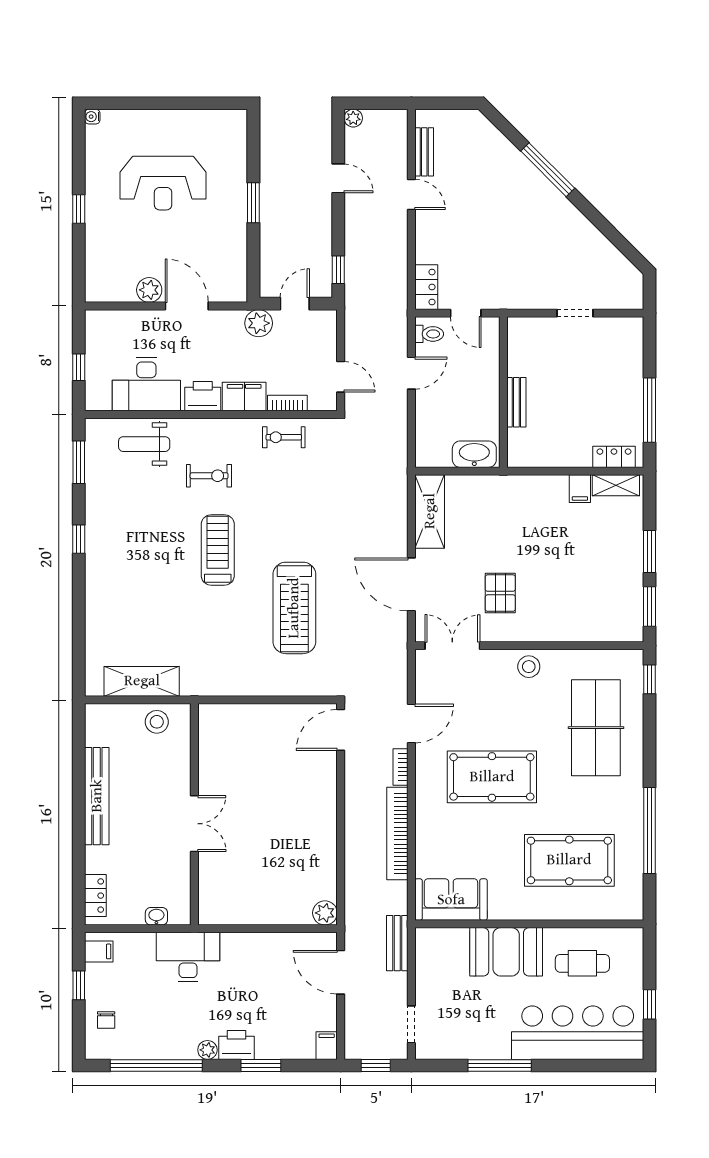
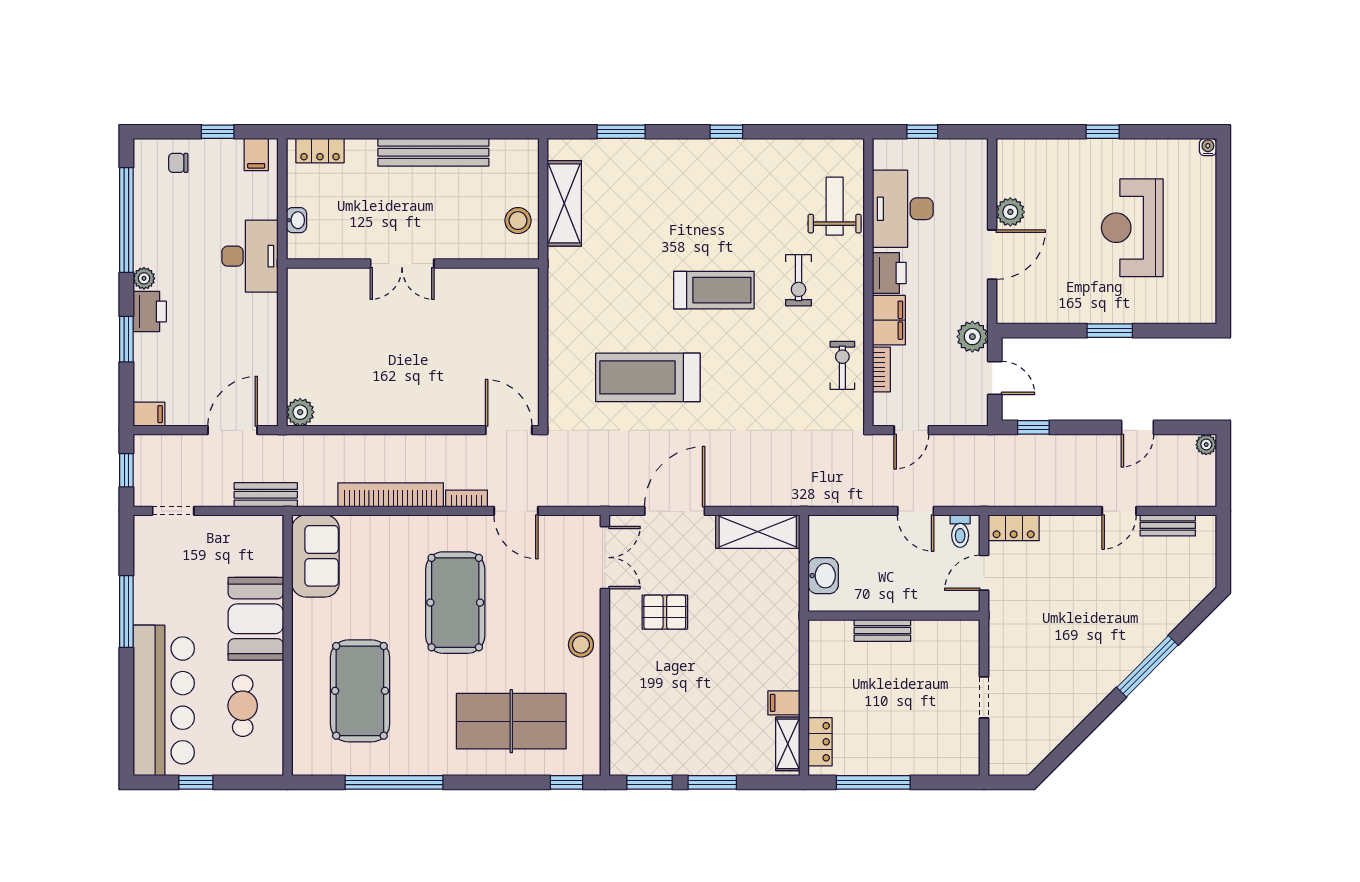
washbasin: (474, 454) -> (823, 576), width x0.72
window: (79, 462) -> (621, 132), moved

